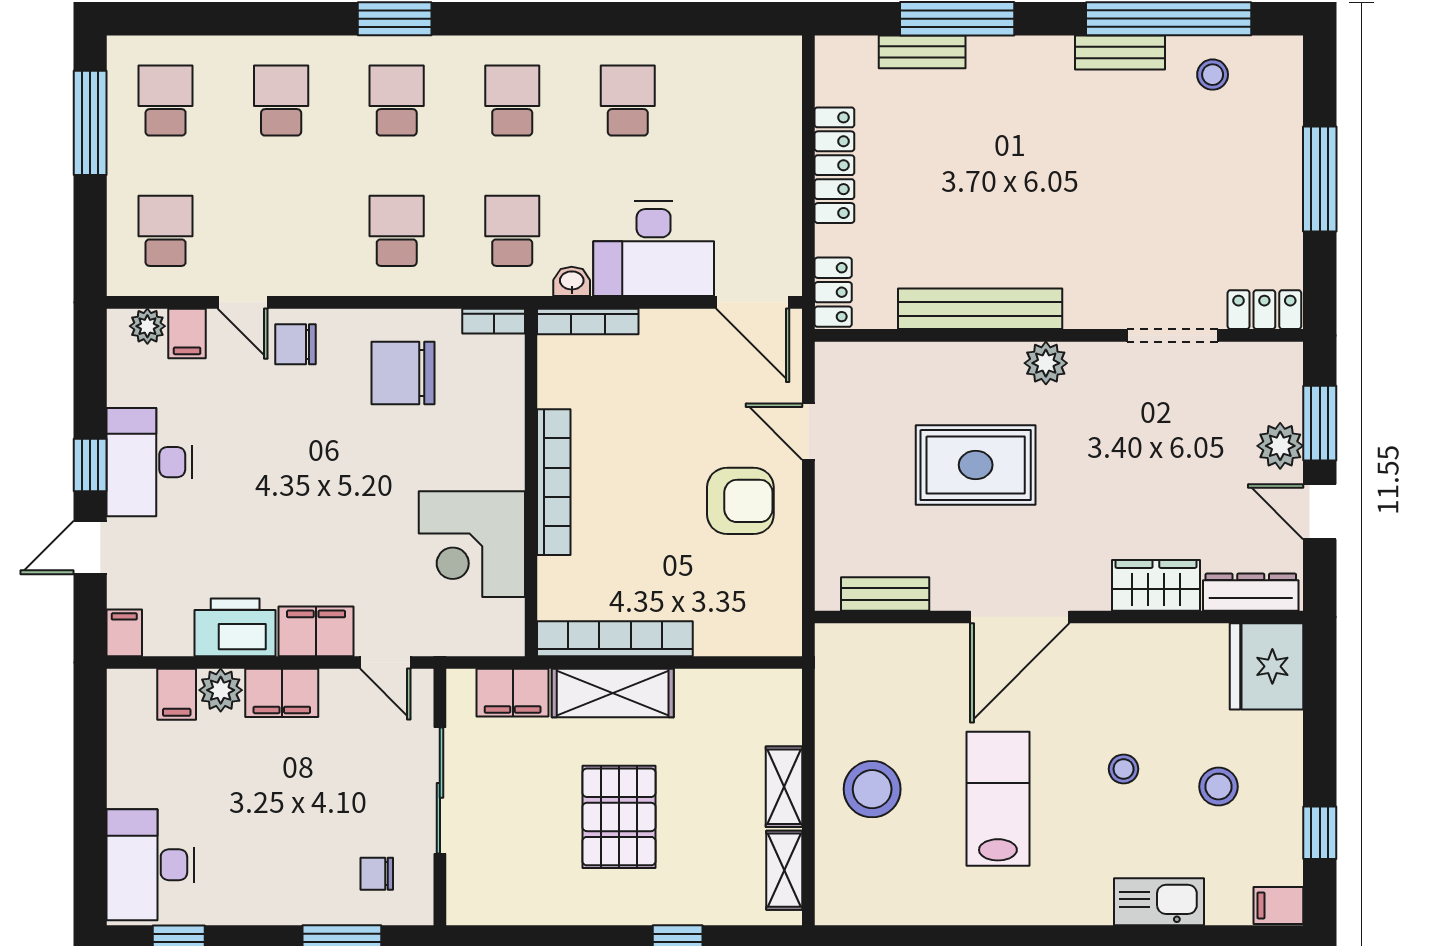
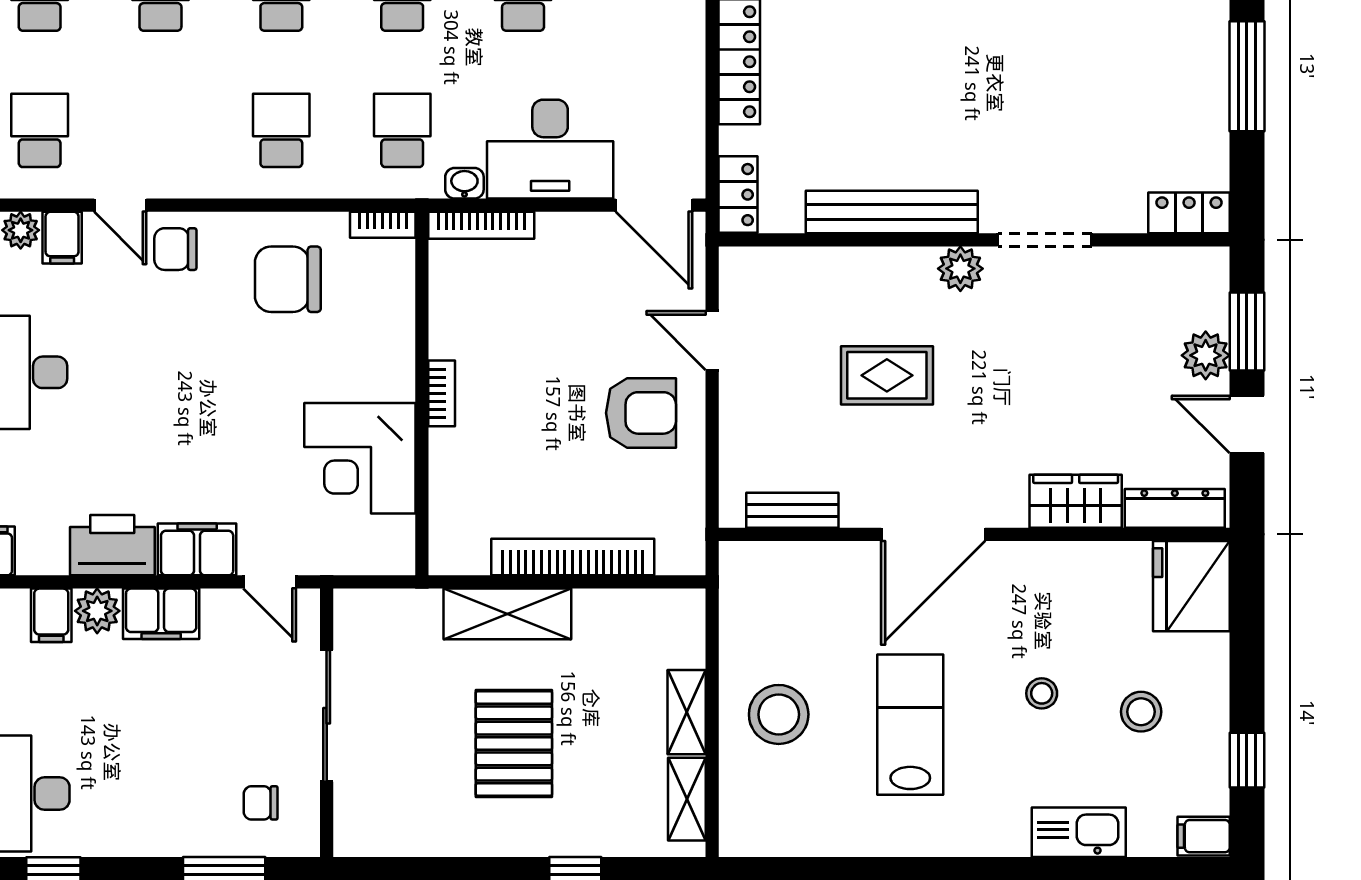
doorway: (1173, 335) -> (1045, 240), moved
rug: (976, 465) -> (887, 375), width x0.73, depth x0.70
bookcase: (554, 482) -> (442, 393), width x0.43, depth x0.76
bookcase: (615, 639) -> (573, 557), moved
filing cabinet: (513, 693) -> (403, 614), removed

